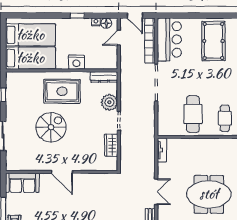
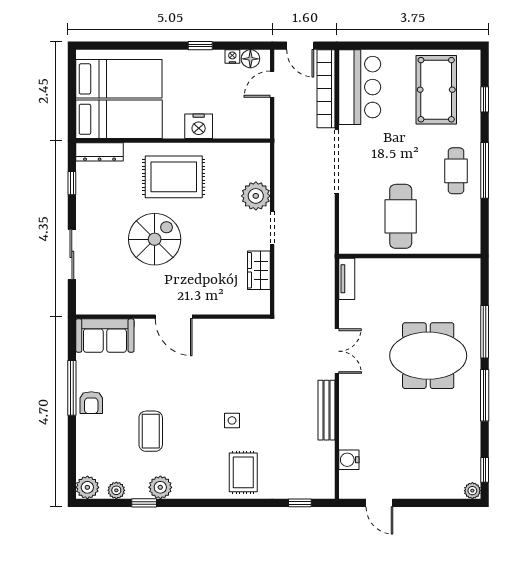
dresser: (104, 77) -> (100, 152), moved
cafe table: (225, 118) -> (456, 171), moved

